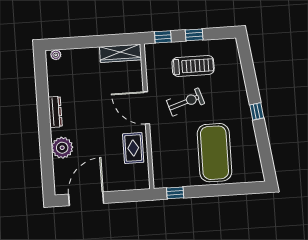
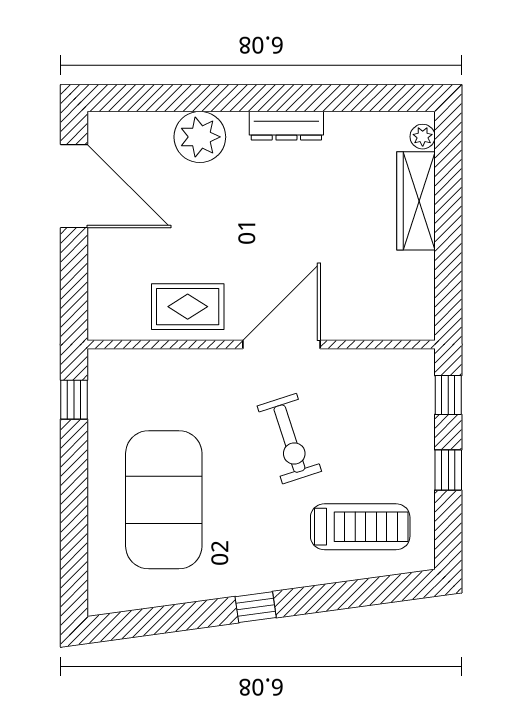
wardrobe: (121, 53) -> (416, 201), moved
treadmill: (193, 66) -> (360, 527), moved, turned -90
exercise mat: (214, 153) -> (164, 500), turned 90

